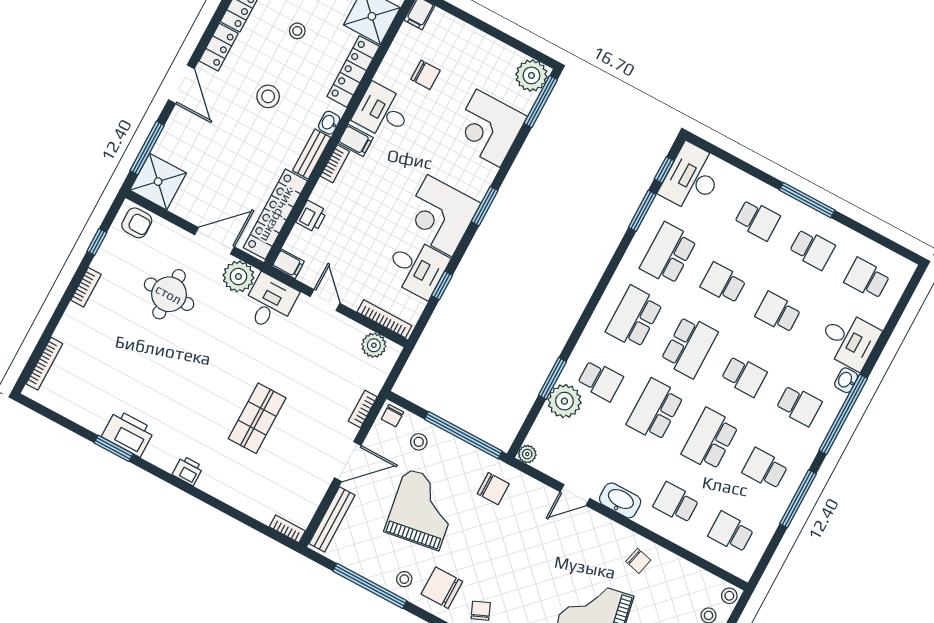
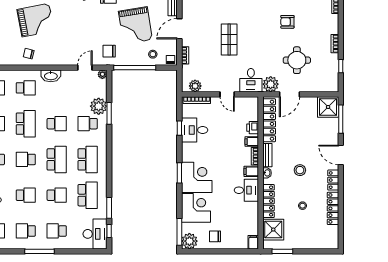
chair: (426, 75) -> (215, 236), moved
corner desk: (440, 216) -> (197, 177), moved
armchair: (137, 223) -> (287, 22), moved
filing cabinet: (288, 264) -> (252, 142), moved
school desk: (689, 347) -> (57, 159), turned 180
school desk: (655, 410) -> (57, 124), width x0.54
shop shelf: (257, 418) -> (229, 39), moved
door: (575, 495) -> (85, 68), moved

